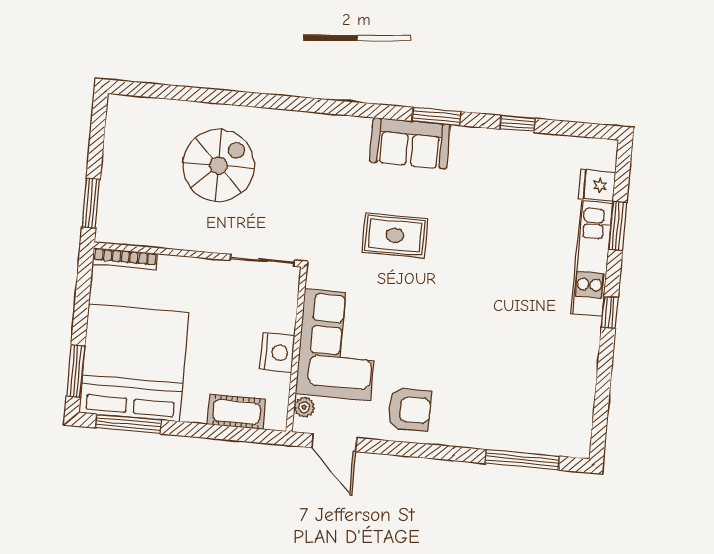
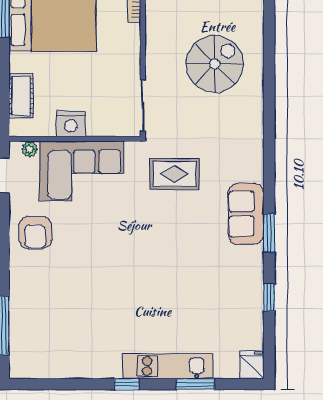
spiral stairs: (218, 165) -> (215, 64), turned -90
fridge: (597, 185) -> (252, 365), moved
rug: (395, 235) -> (175, 174), moved, turned 90

